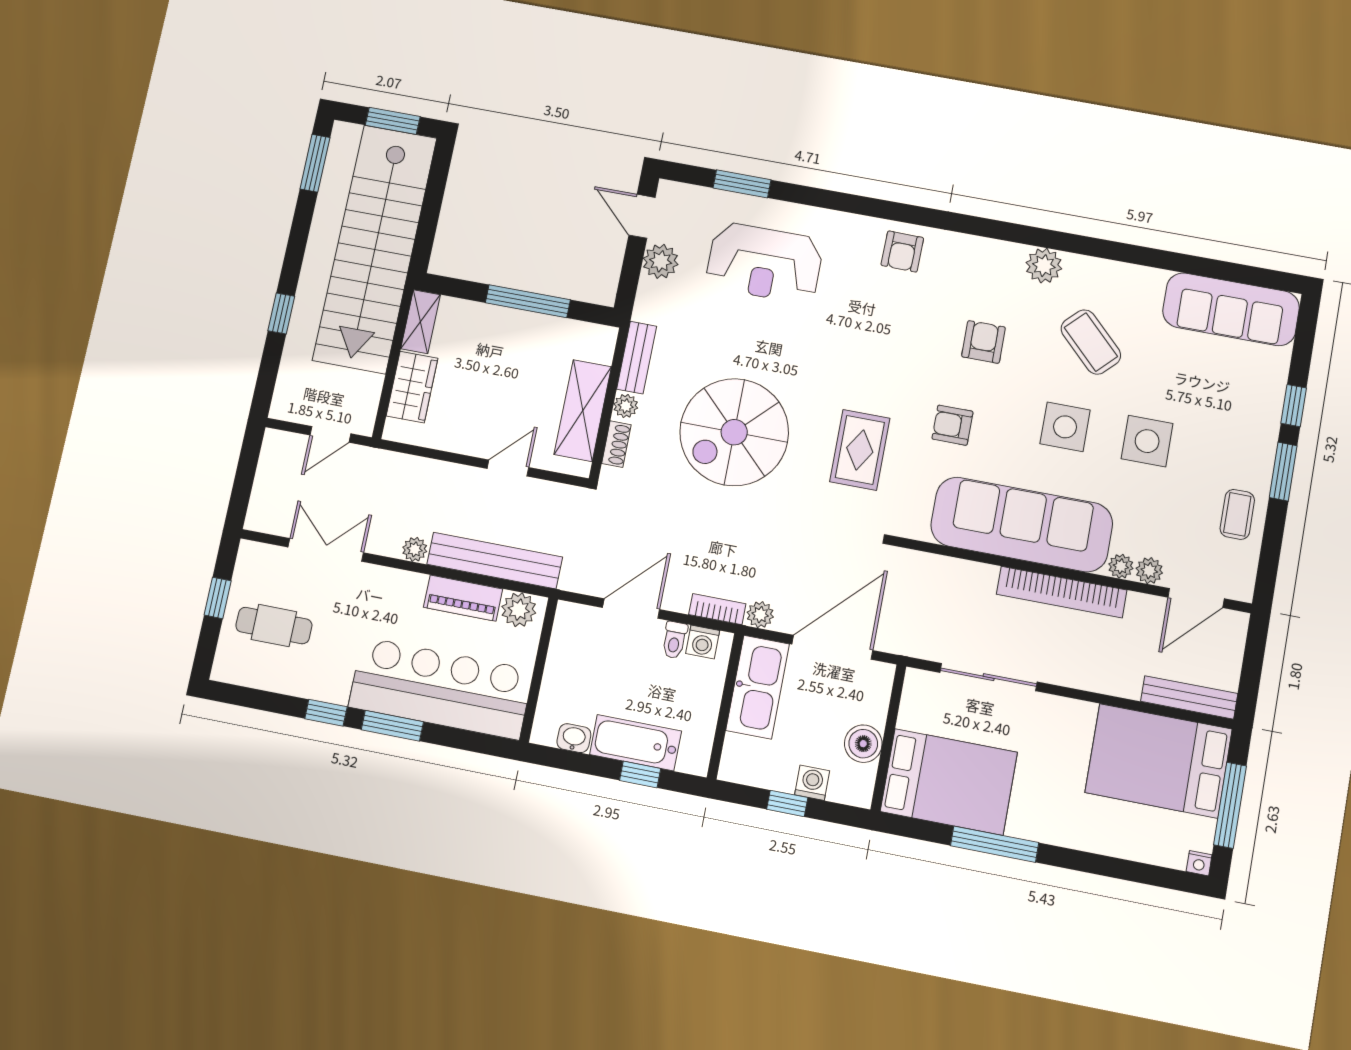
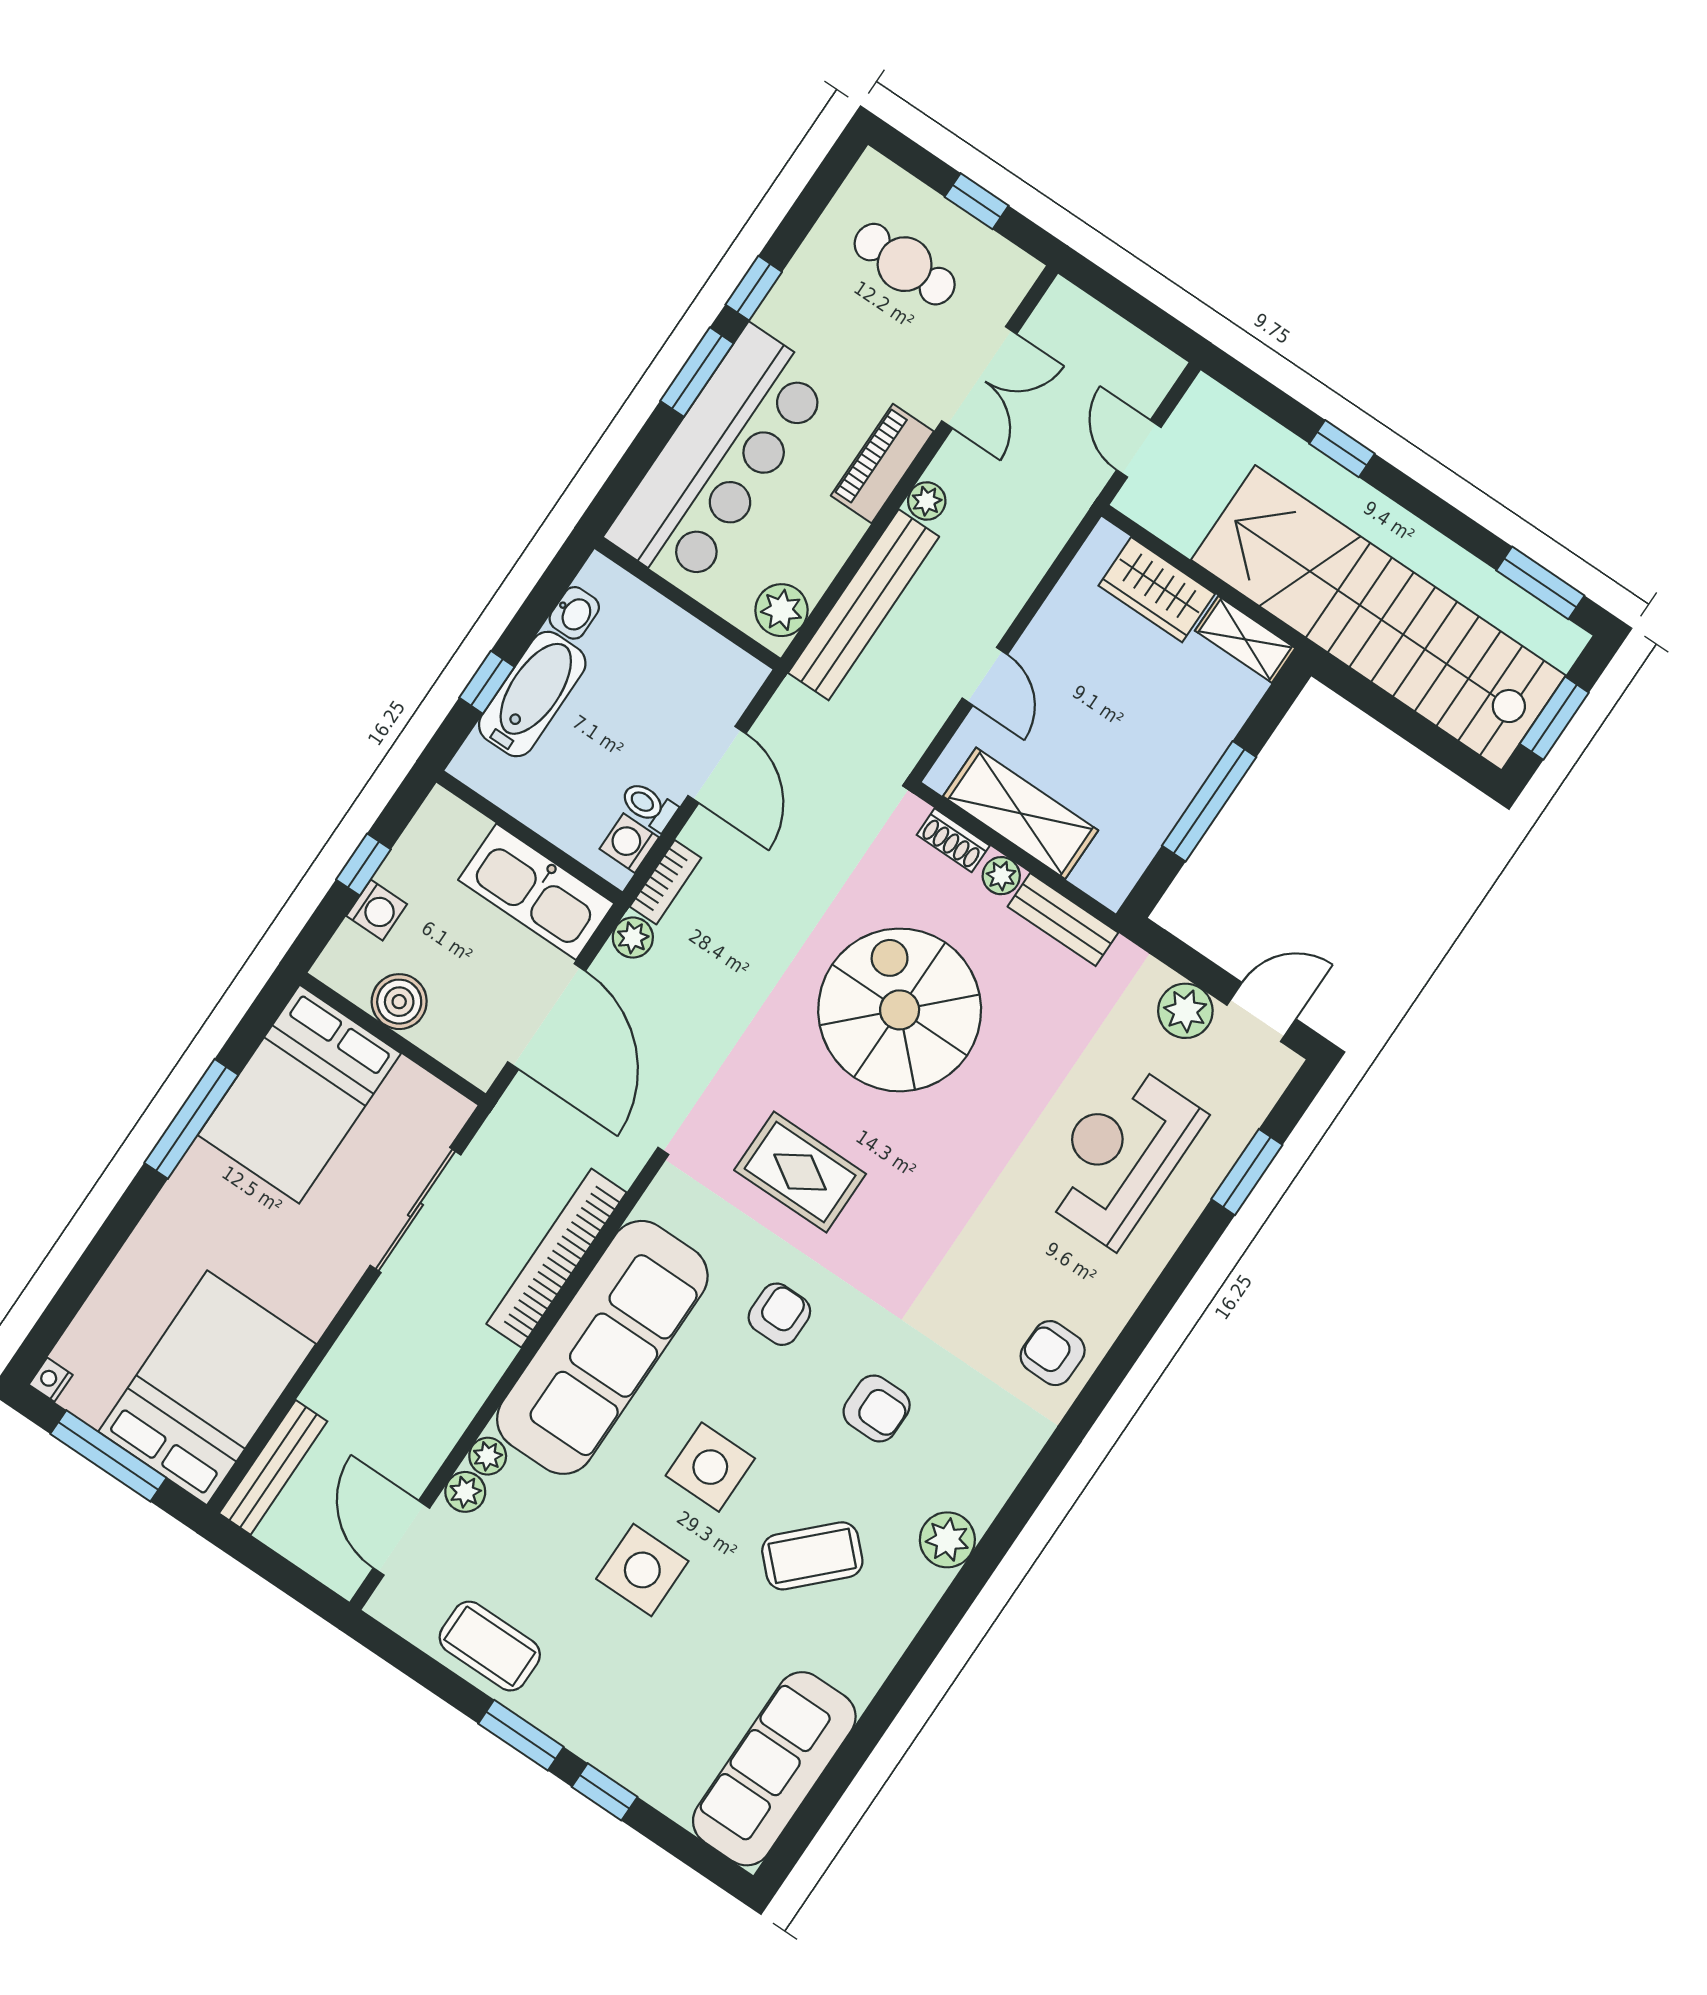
coffee table: (1237, 514) -> (490, 1646), width x1.36, depth x1.30
bookcase: (1062, 592) -> (556, 1258), moved
piano: (463, 598) -> (882, 464), moved
cafe table: (274, 626) -> (905, 264), turned 90

